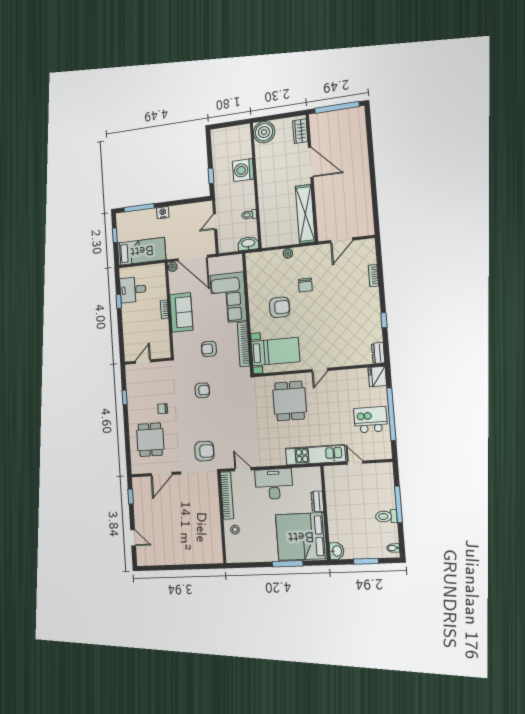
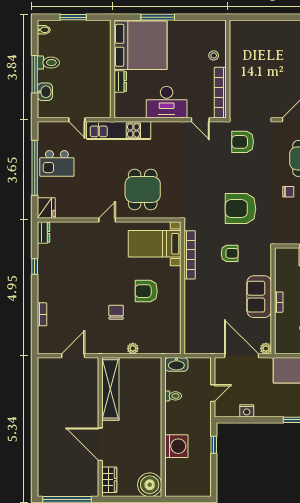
nightstand: (163, 213) -> (247, 411), moved
corner sofa: (228, 298) -> (203, 307), removed
armchair: (202, 390) -> (241, 209), width x1.88, depth x1.88
washbasin: (337, 551) -> (45, 92), moved, turned 180

